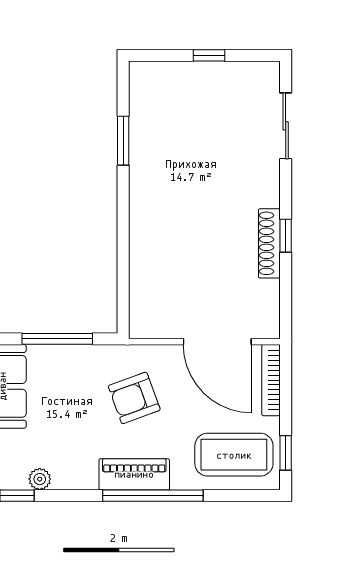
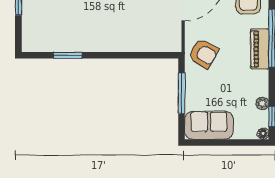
armchair: (134, 398) -> (203, 54), moved, turned -40

